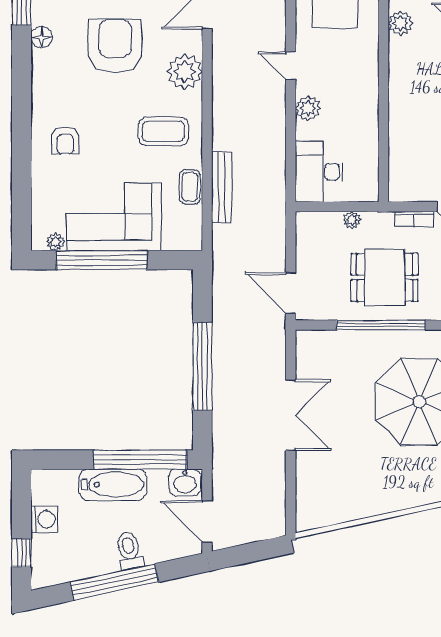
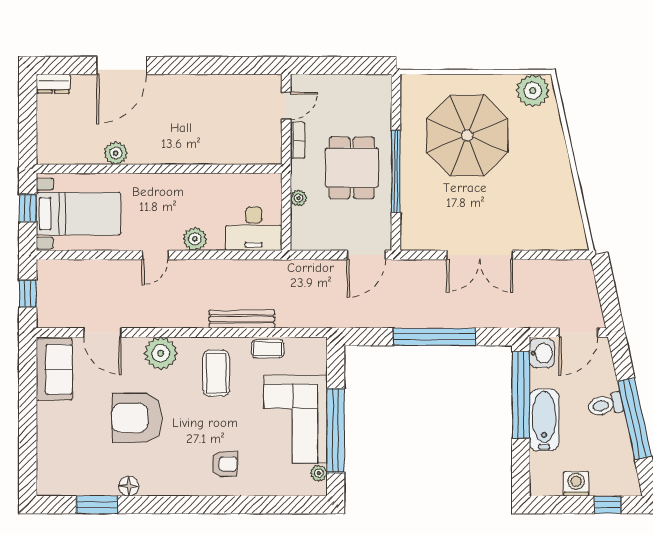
bench: (222, 187) -> (242, 319), moved
double door: (291, 415) -> (480, 255), swing flipped

